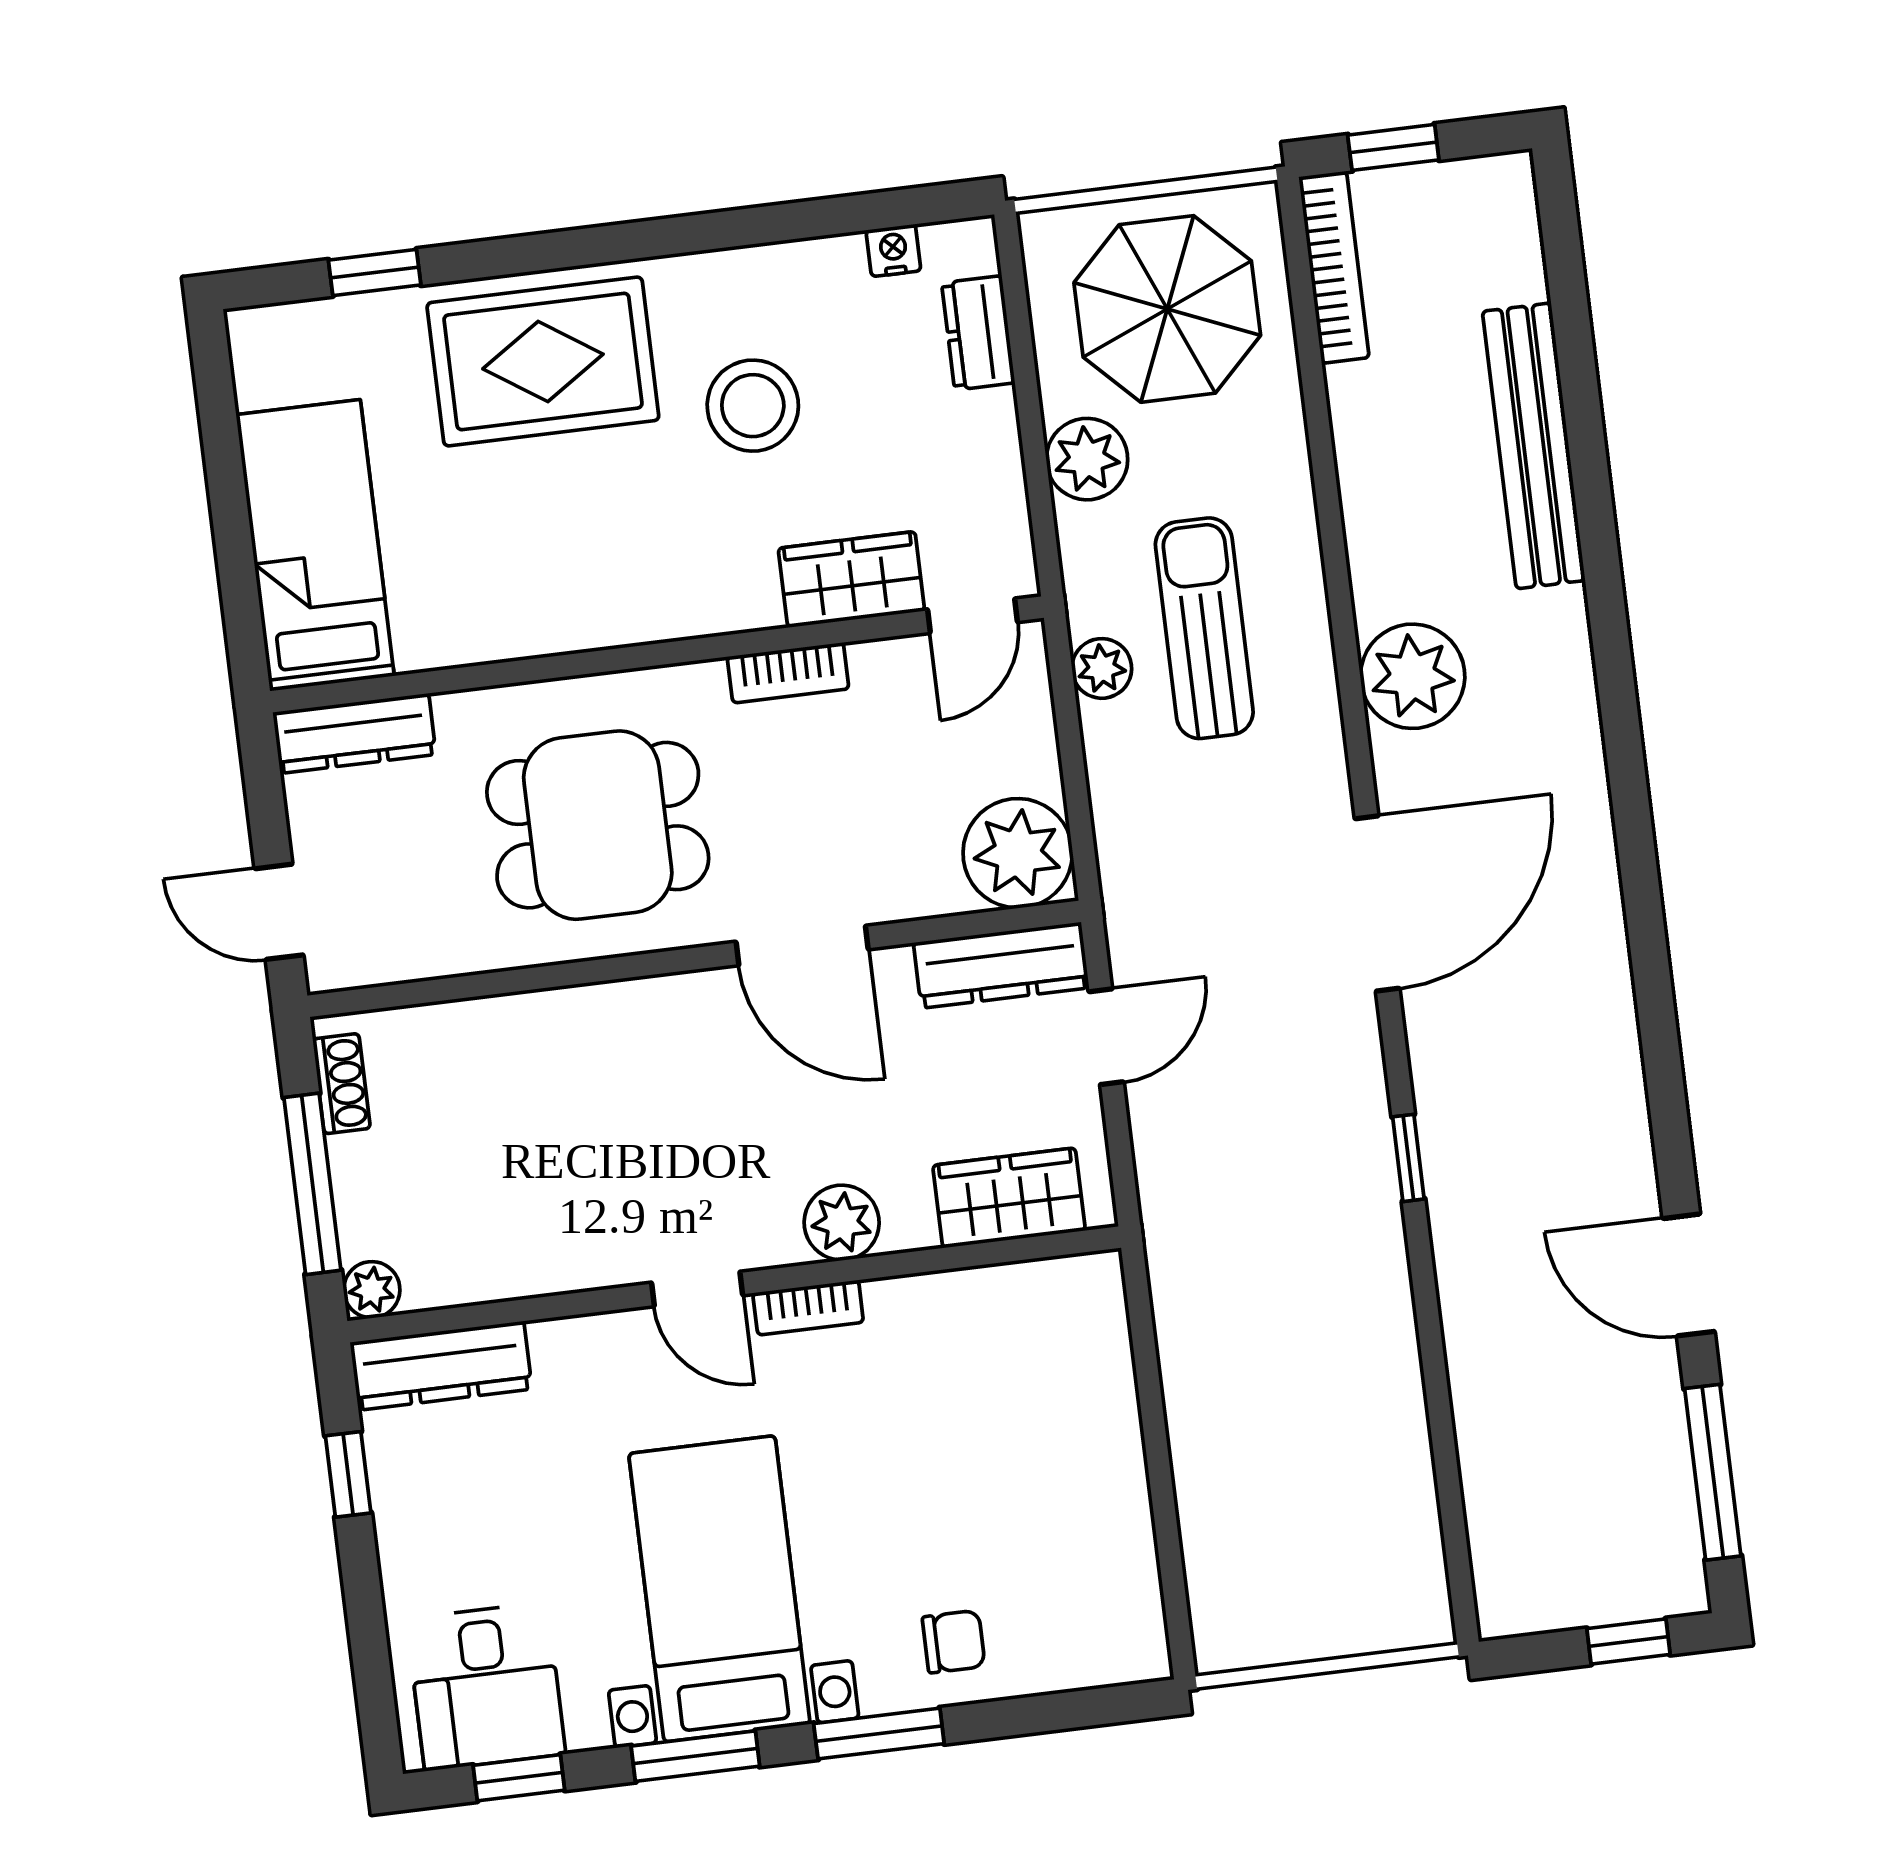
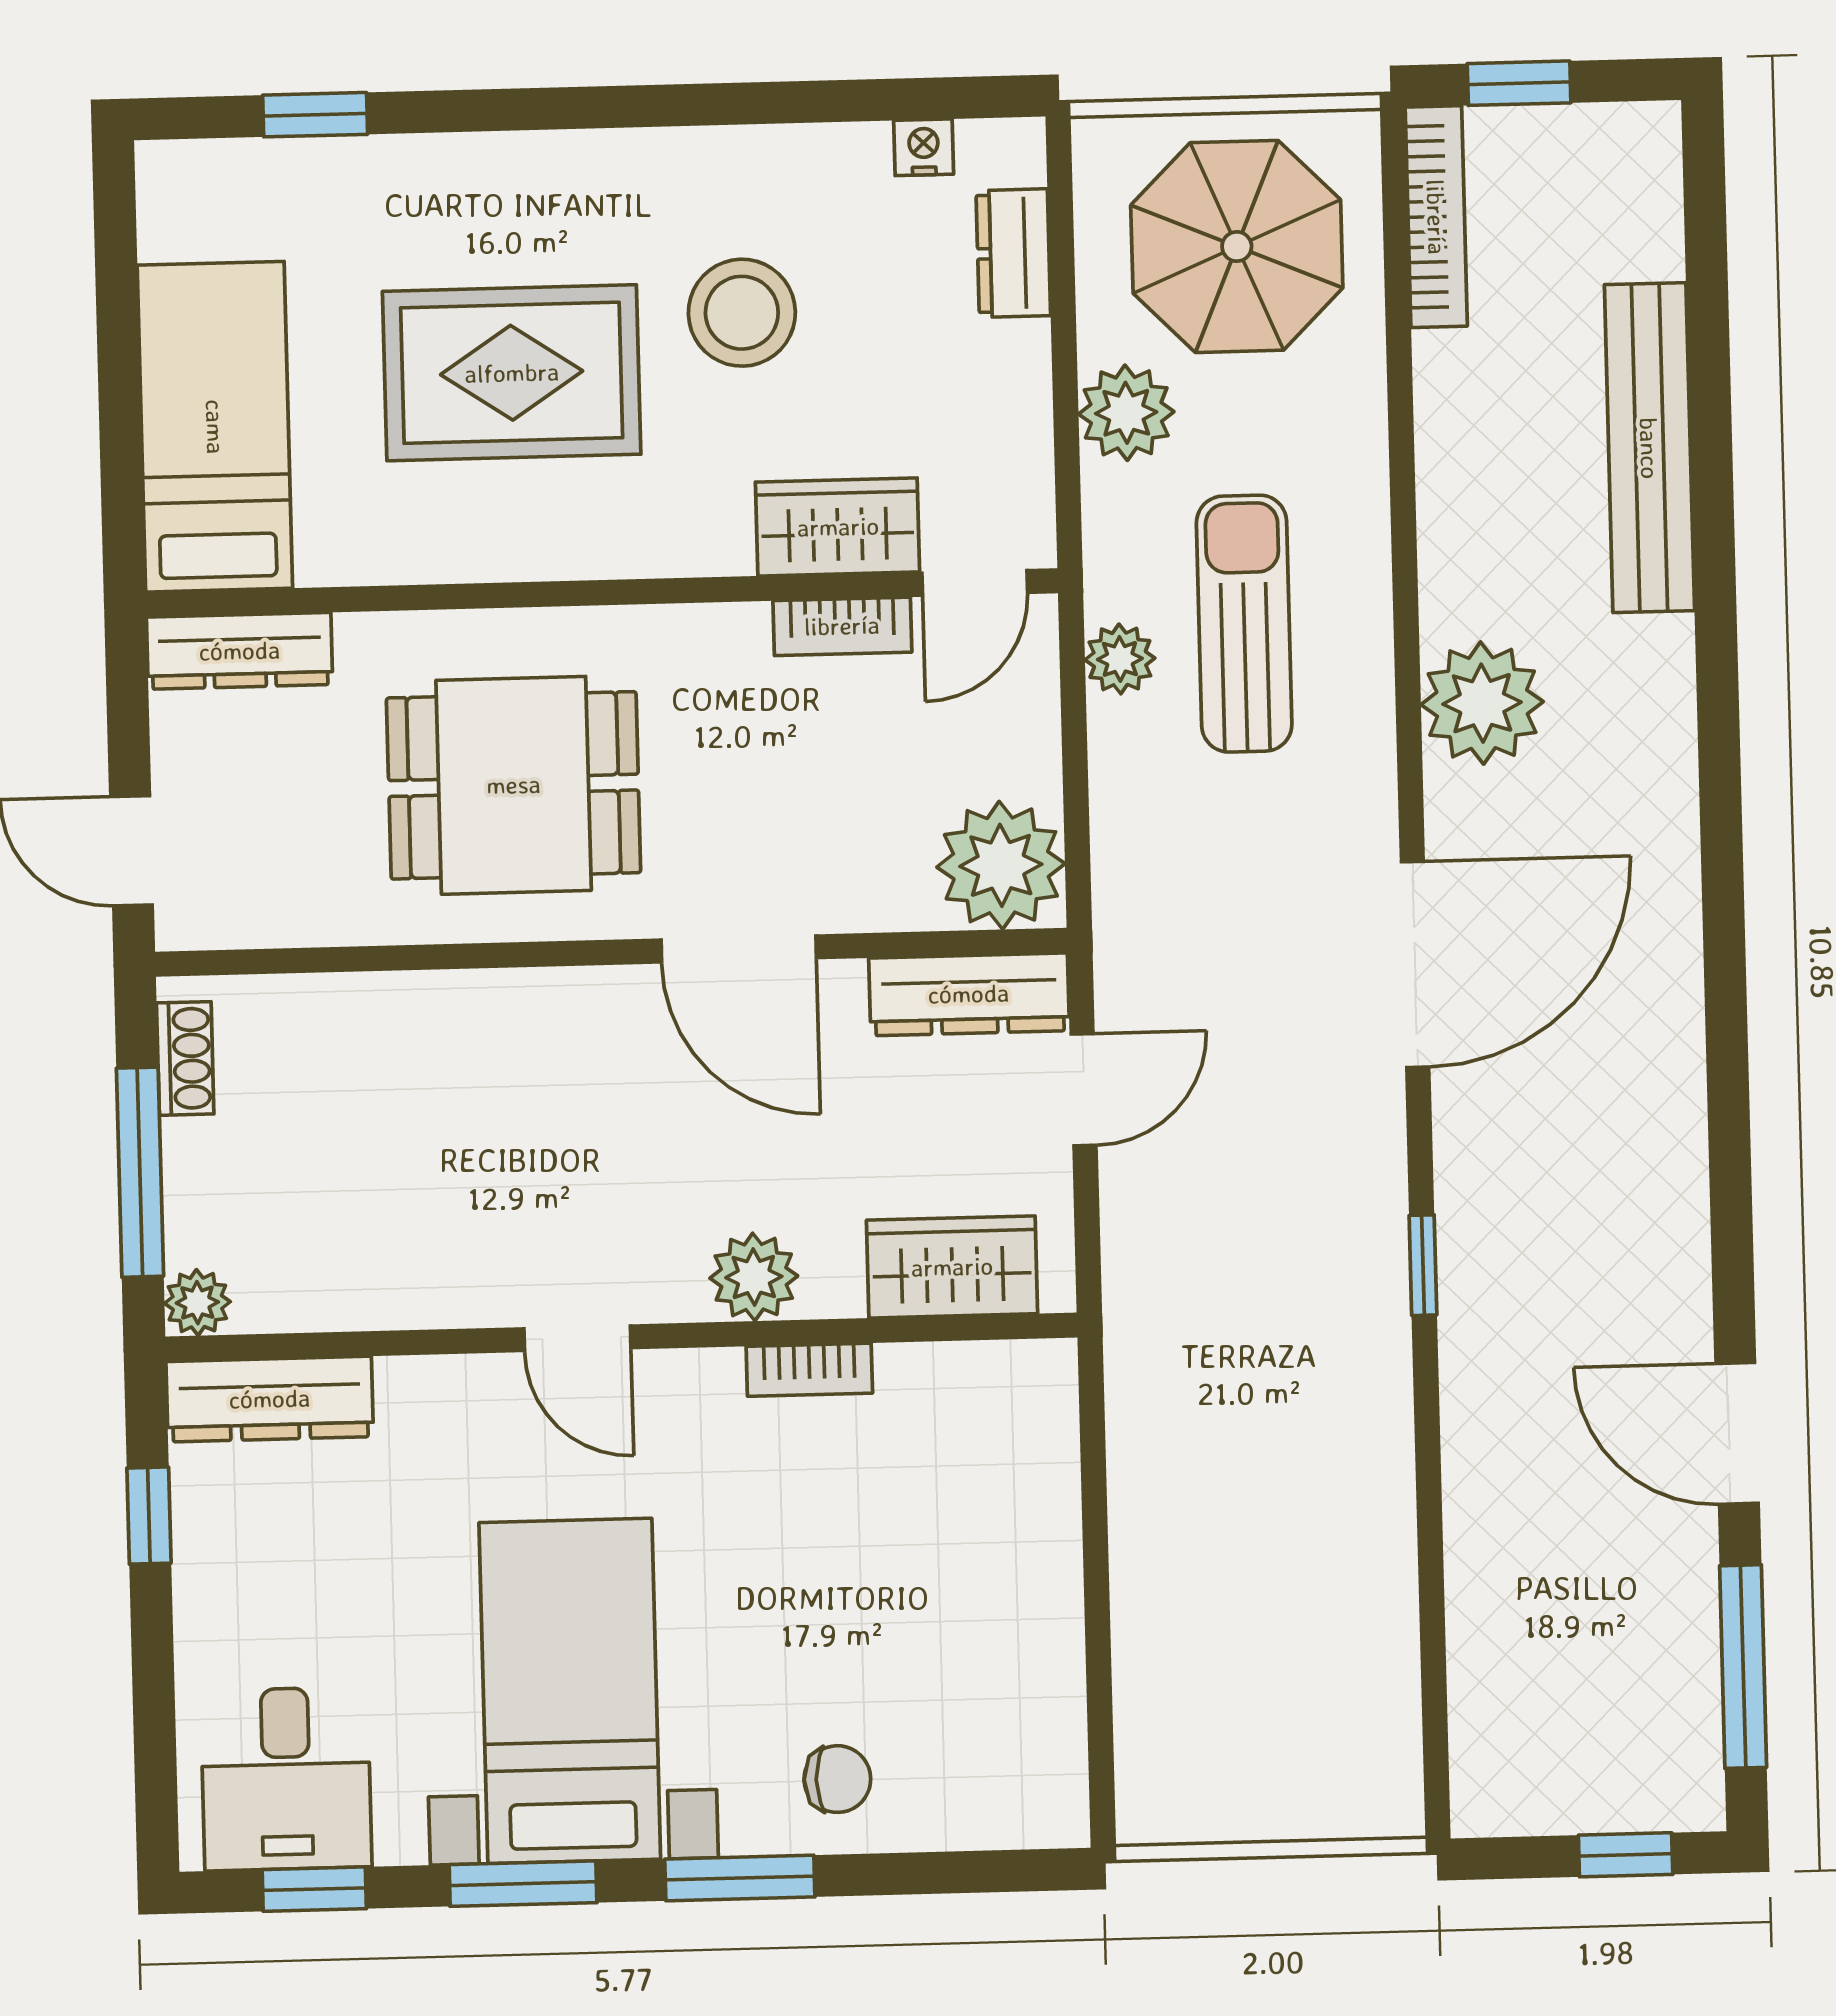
rug: (543, 361) -> (512, 373), moved
bookcase: (788, 673) -> (842, 626), moved
bookcase: (808, 1308) -> (809, 1370), moved

